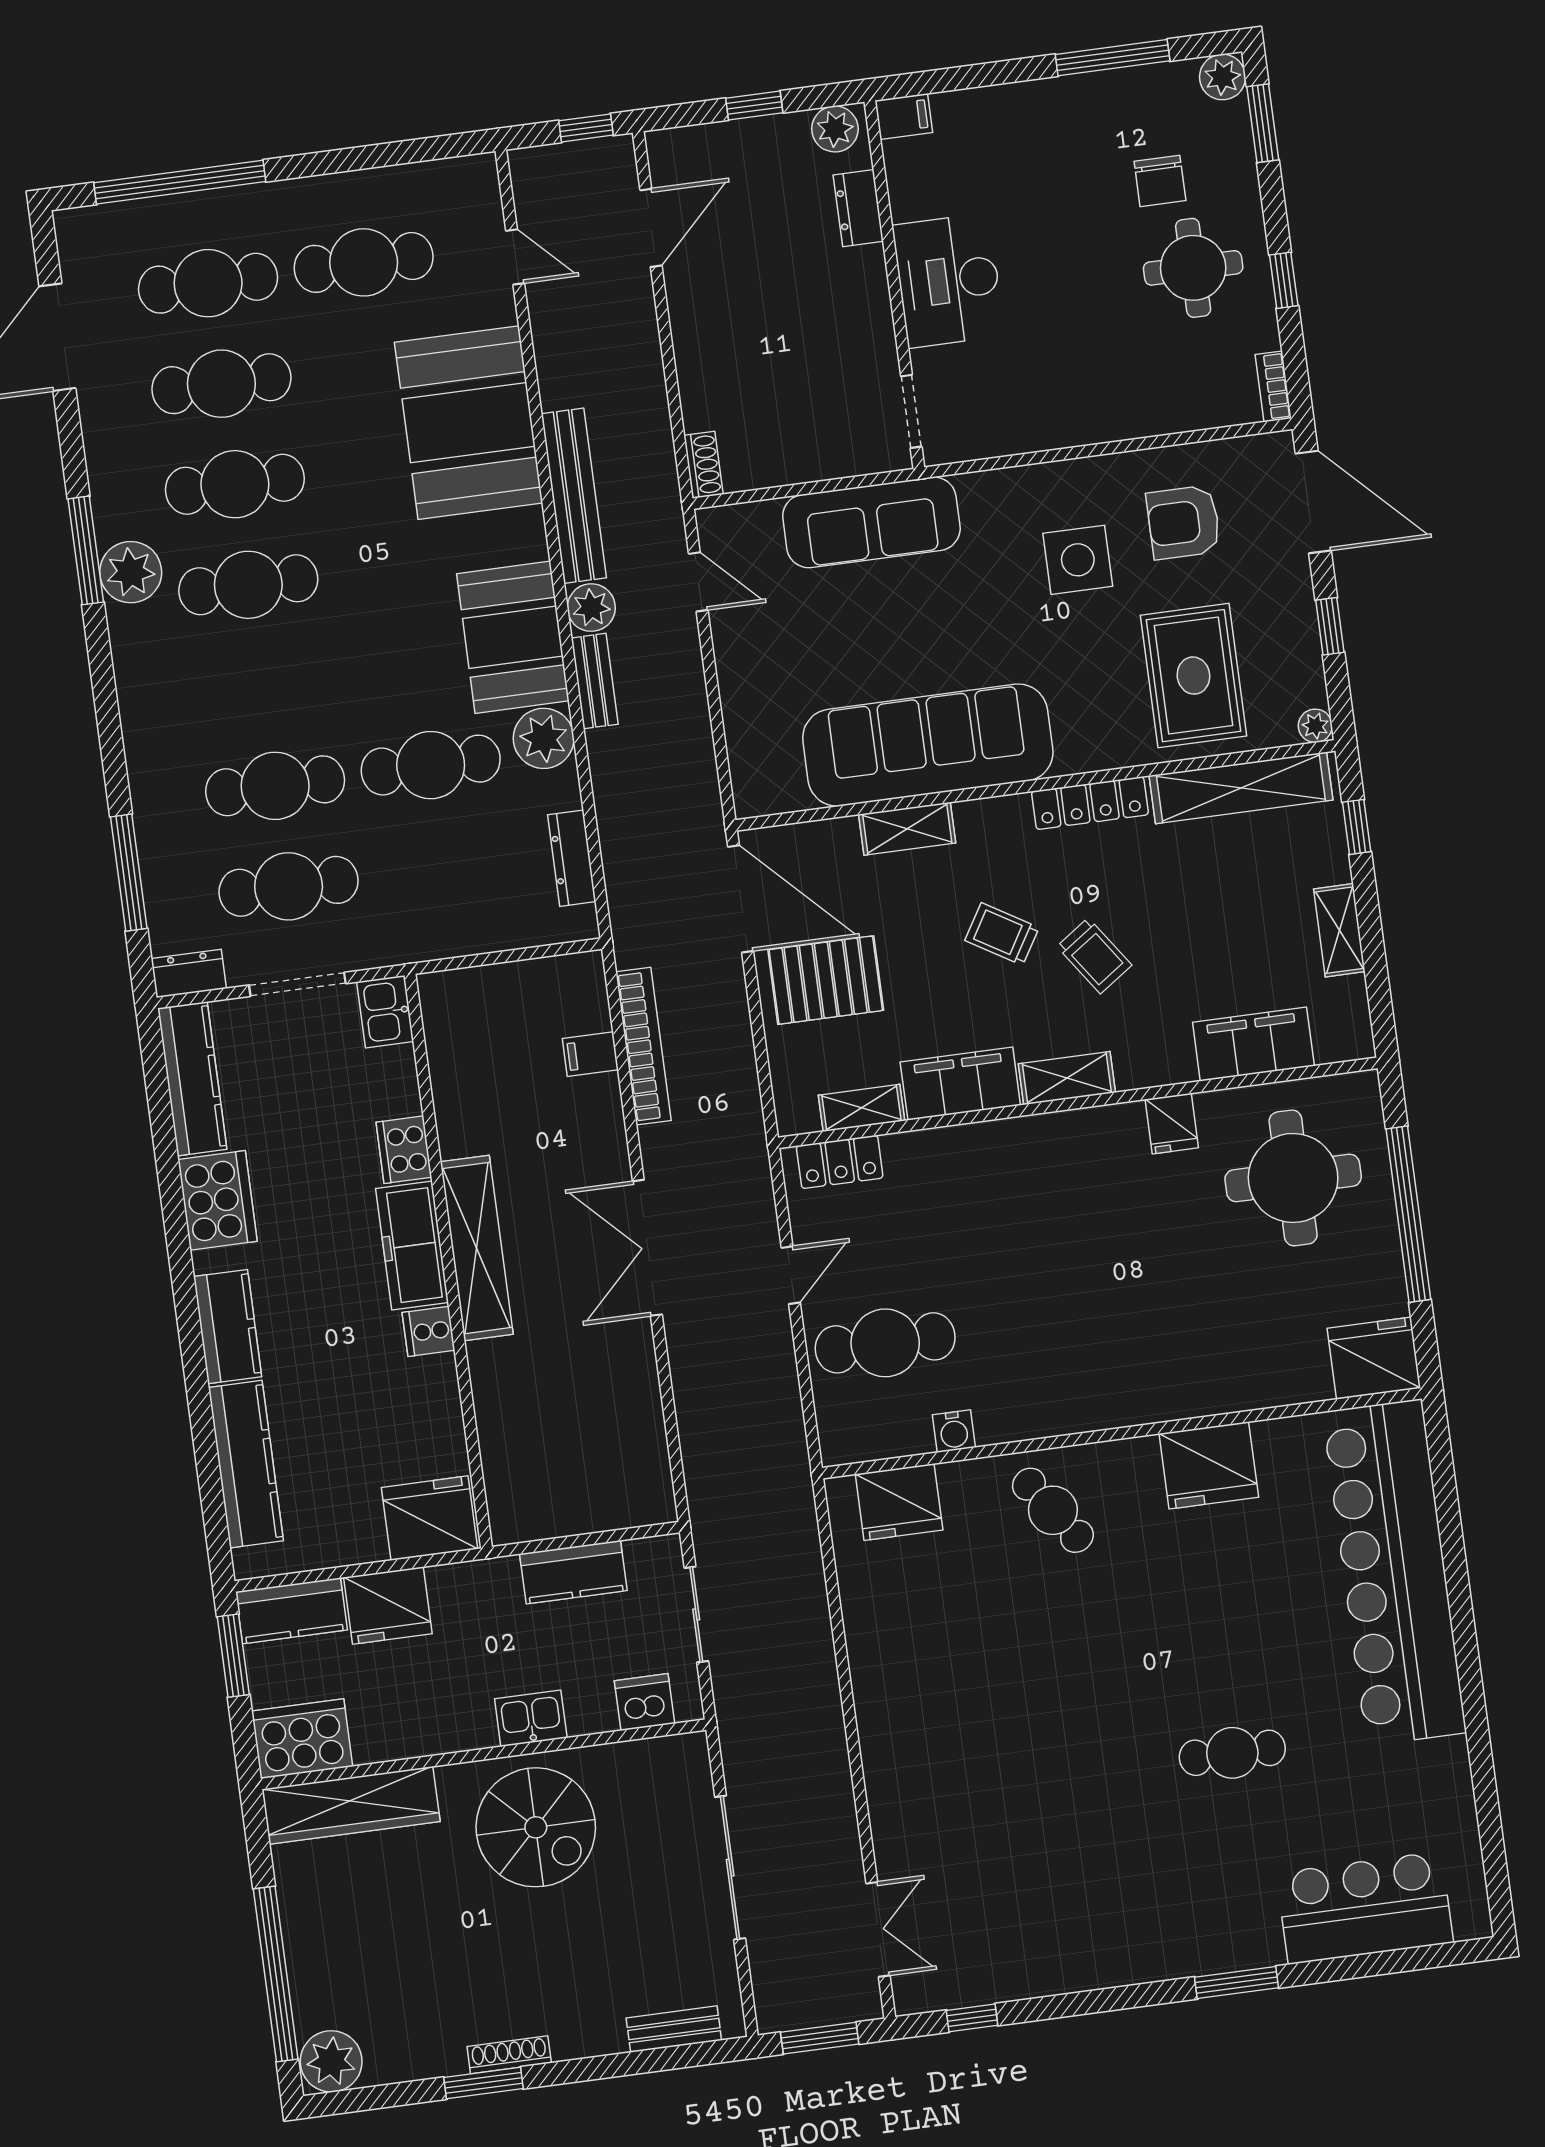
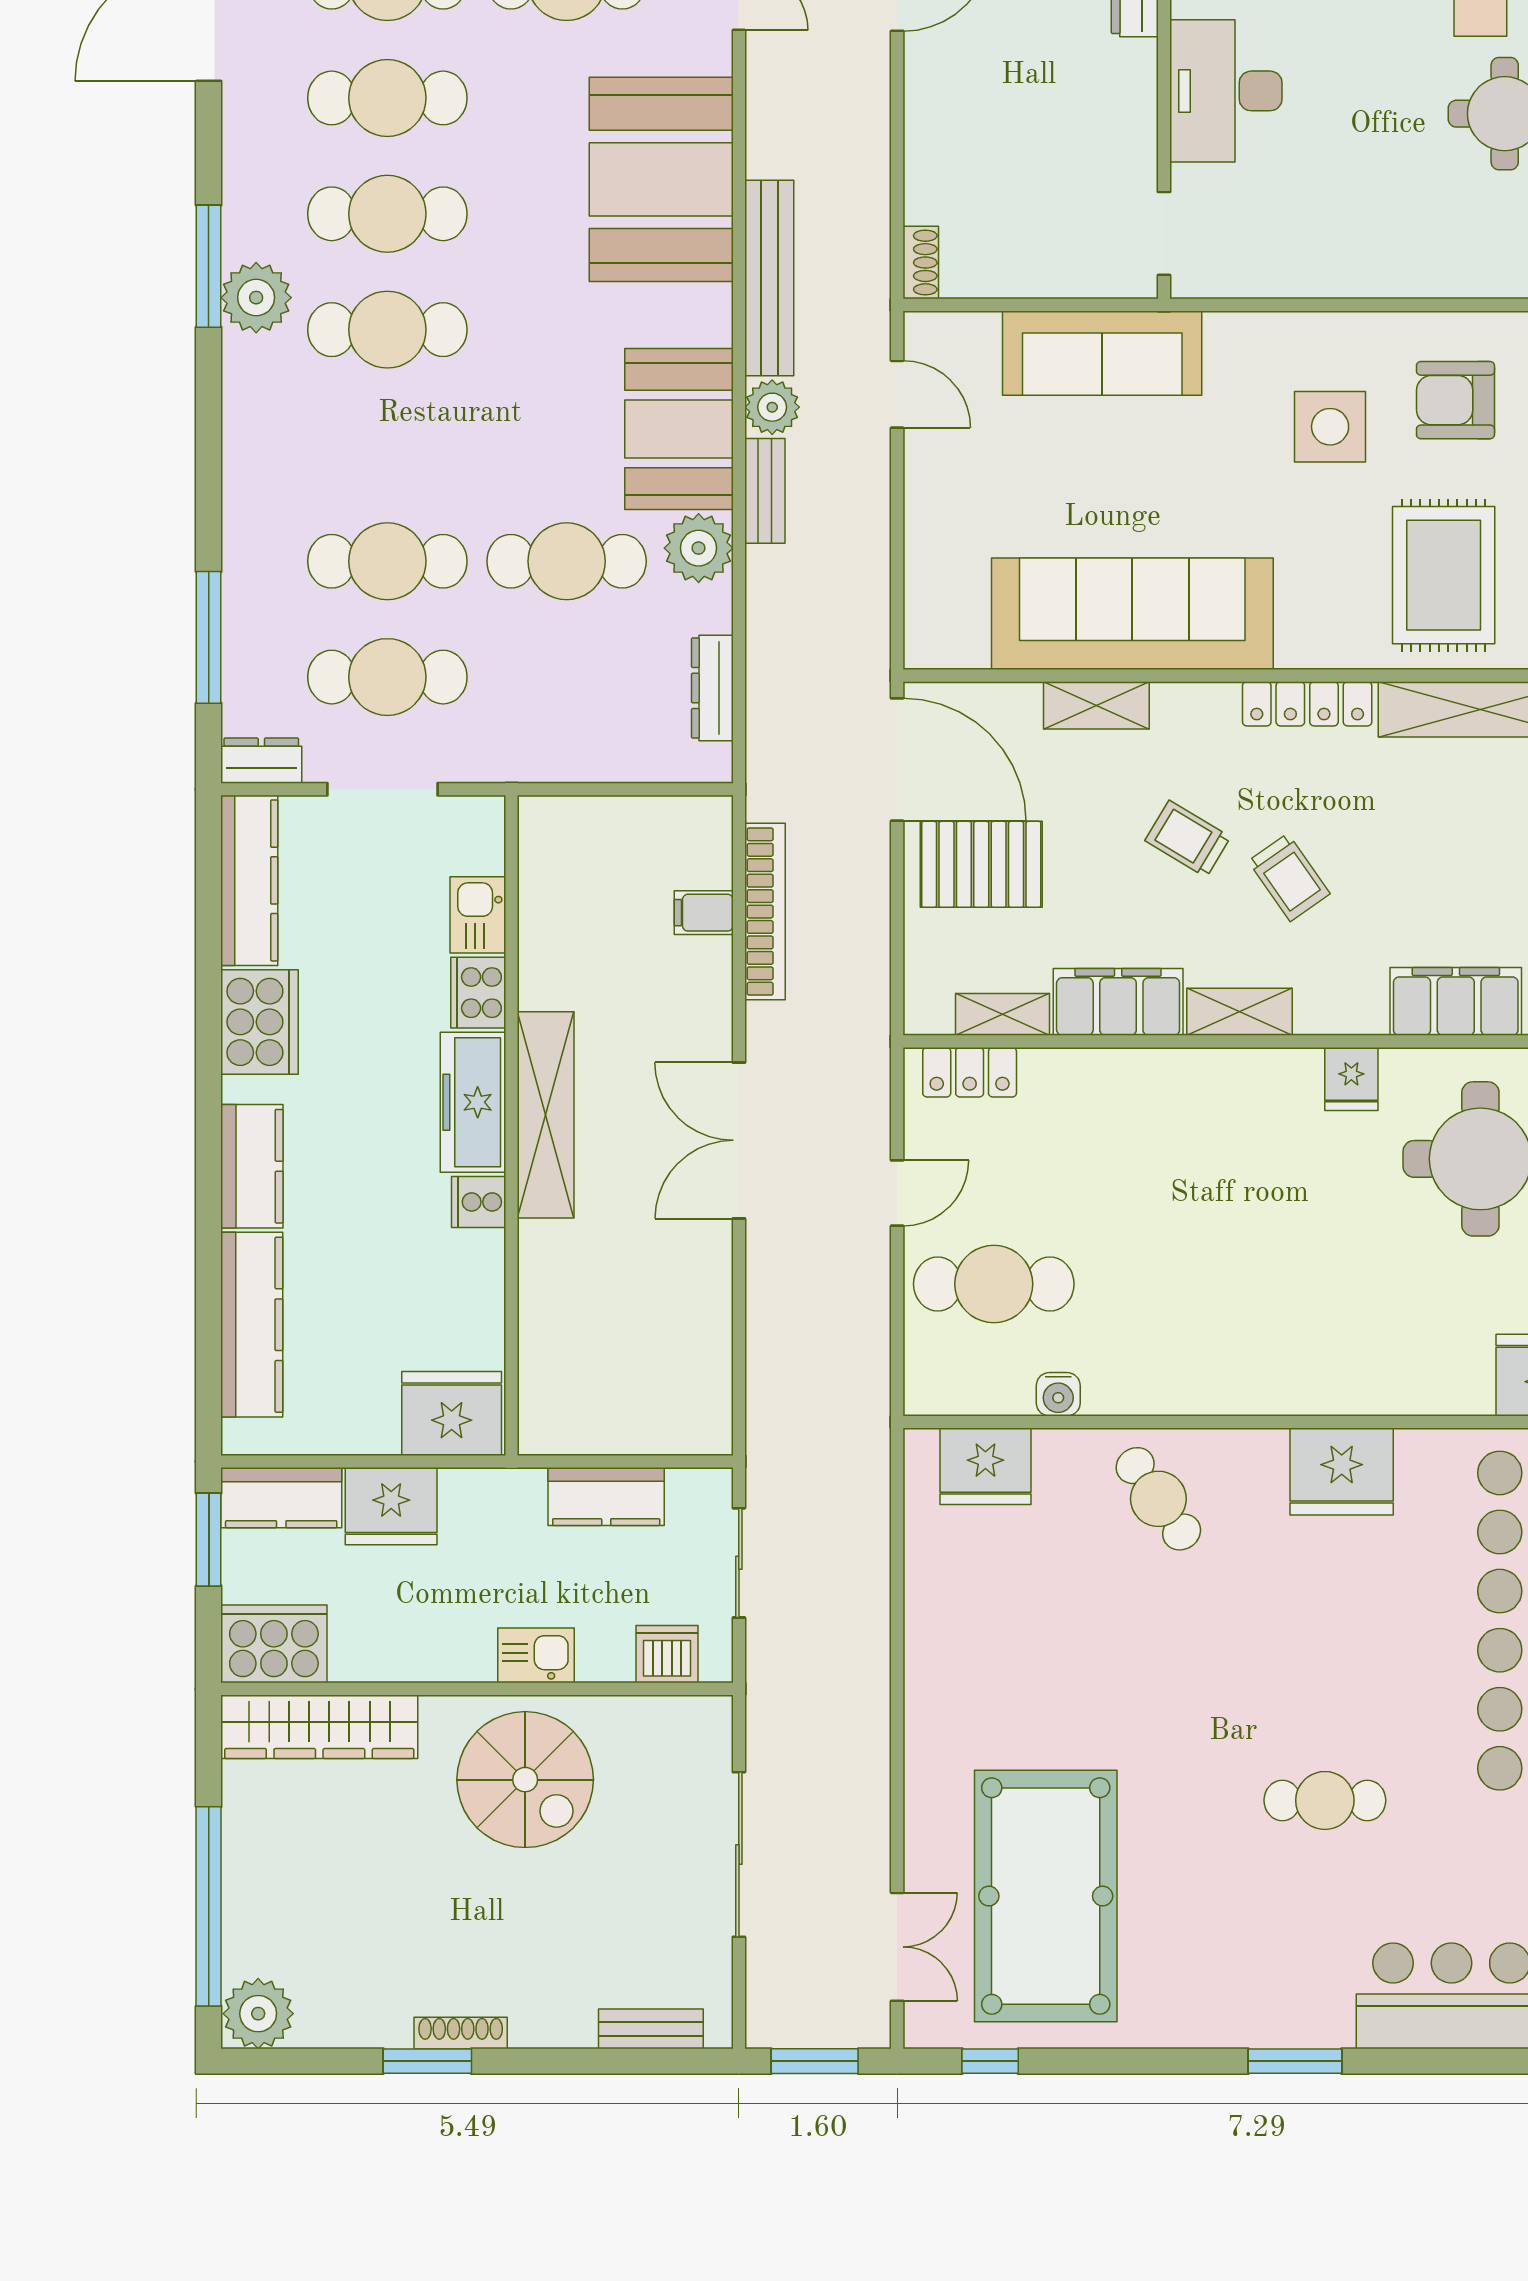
kitchen sink: (385, 1012) -> (478, 915), moved
pool table: (1001, 1868) -> (1046, 1896), added

